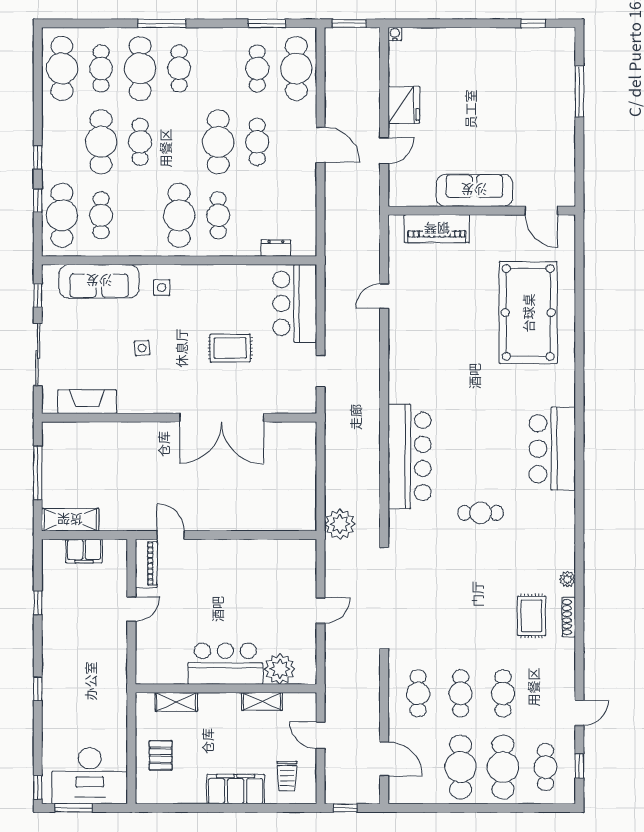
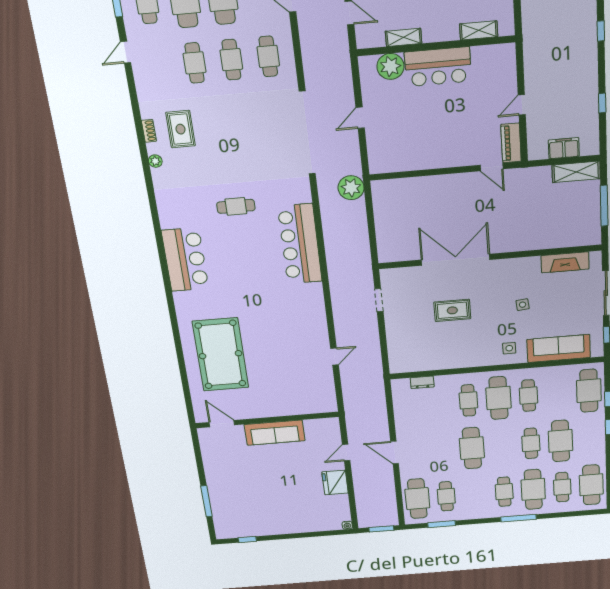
cafe table: (257, 142) -> (442, 450), removed
cafe table: (101, 215) -> (529, 396), moved
piano: (437, 229) -> (300, 405), removed
bar counter: (295, 303) -> (404, 346), removed
shoe rack: (569, 617) -> (149, 131), width x0.70

